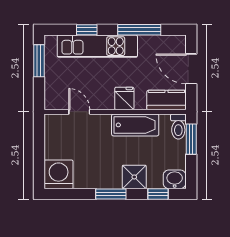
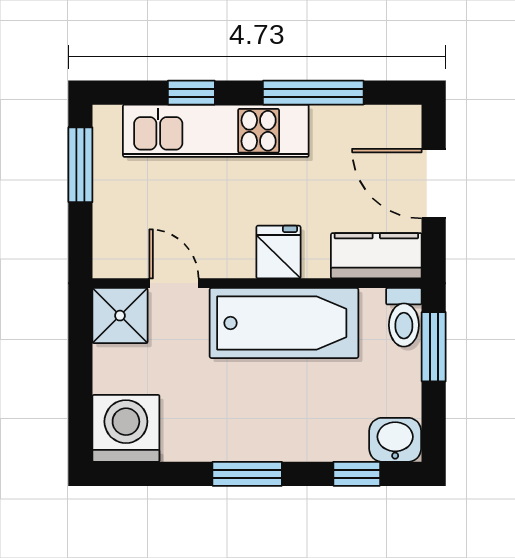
bathtub: (135, 125) -> (284, 323), width x1.36, depth x1.36
shower: (134, 177) -> (120, 316), moved

